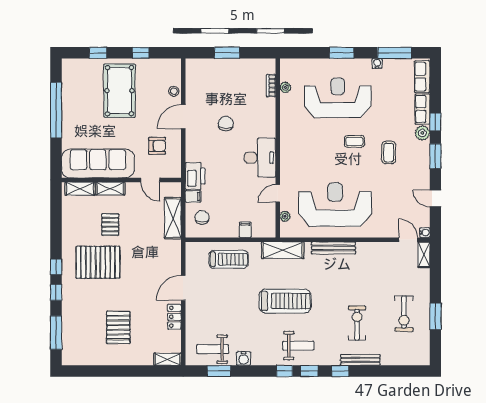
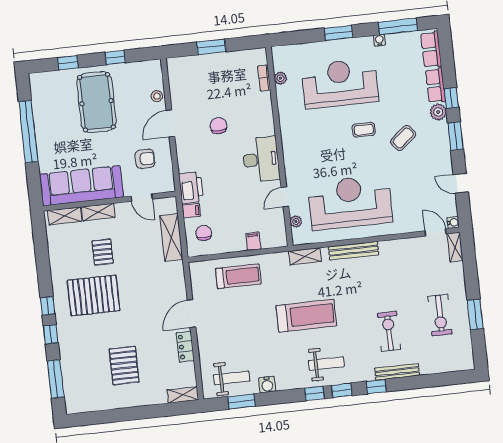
coffee table: (389, 153) -> (403, 138), turned 50
shelving: (283, 250) -> (305, 256), width x0.67, depth x0.75
weight bench: (213, 349) -> (232, 378), turned 180

